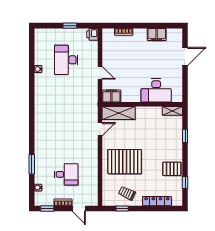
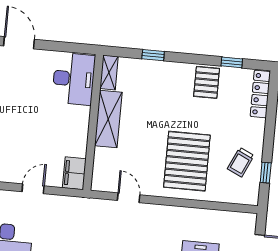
desk: (156, 91) -> (74, 79), moved
shelving: (119, 113) -> (108, 119), moved
locker: (157, 201) -> (260, 94), moved

